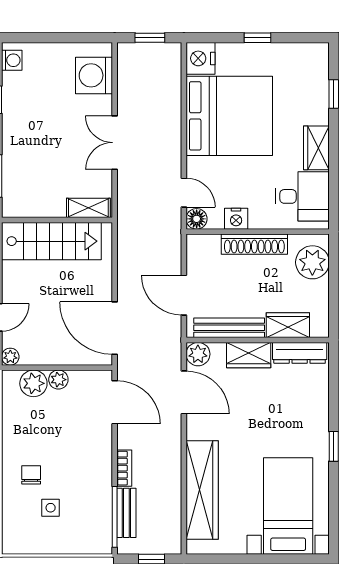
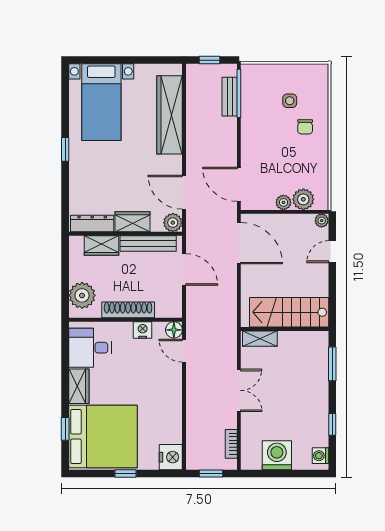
washing machine: (94, 75) -> (277, 455), moved, turned -90
bed: (229, 116) -> (103, 437), moved, turned 180
bookcase: (124, 468) -> (231, 444), moved

